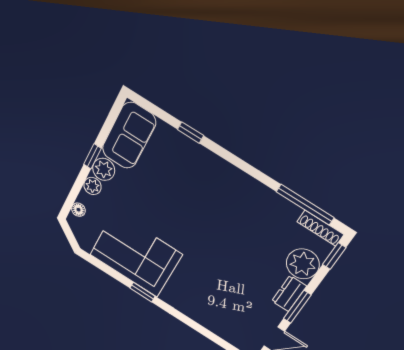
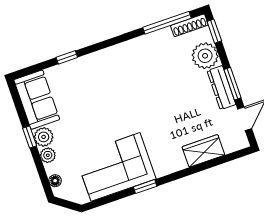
dresser: (289, 294) -> (221, 88), width x1.44
wardrobe: (215, 321) -> (203, 151), added

